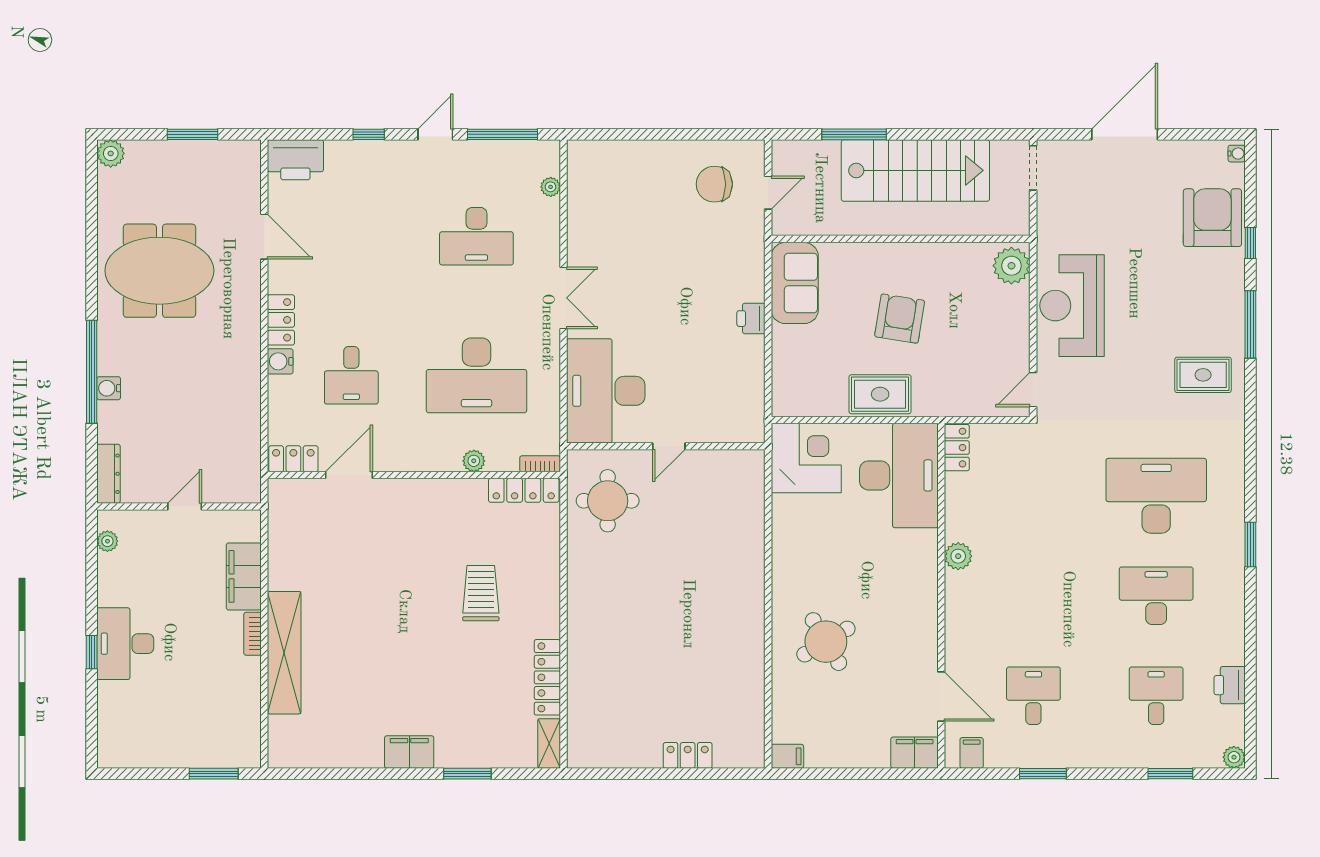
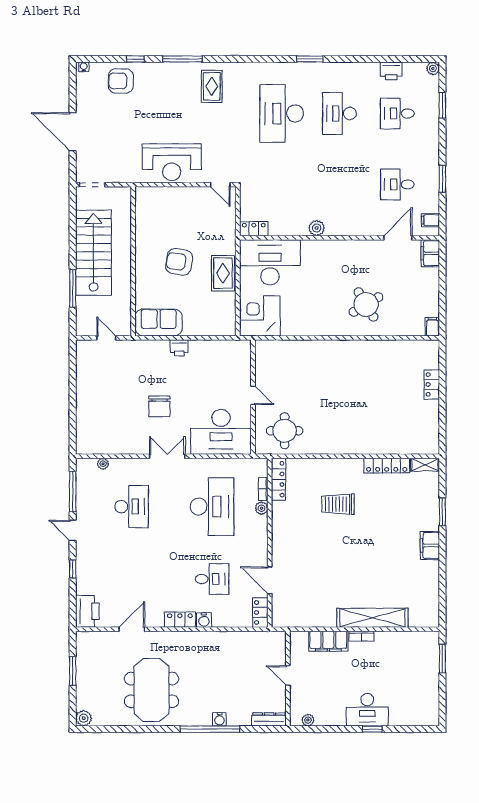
chair: (714, 184) -> (159, 406), moved
armchair: (1212, 218) -> (121, 81), width x0.73, depth x0.73
plant: (1011, 266) -> (149, 197), removed
bookcase: (540, 464) -> (263, 489), moved

